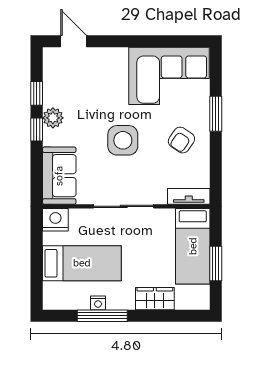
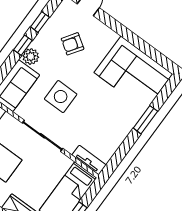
plant: (53, 118) -> (31, 56), moved
side table: (123, 140) -> (61, 97), moved
armchair: (181, 140) -> (73, 44), moved

